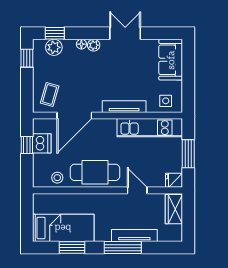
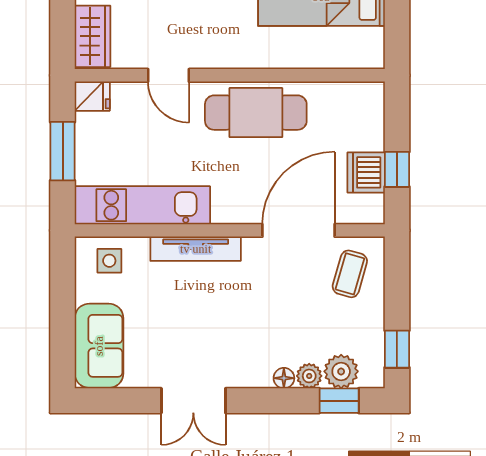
plant: (94, 45) -> (309, 376), moved
stool: (57, 178) -> (334, 102), removed

